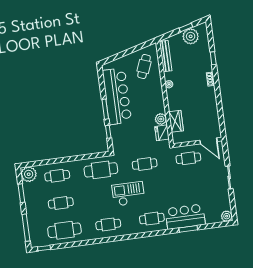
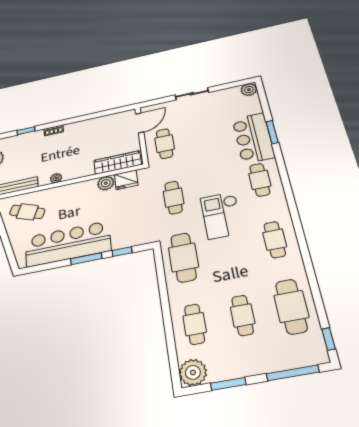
wardrobe: (176, 121) -> (118, 163), width x1.50

